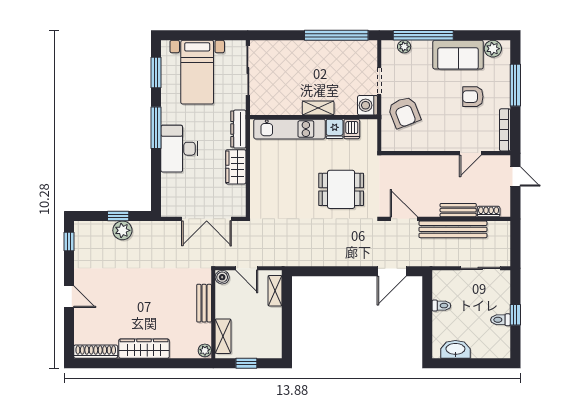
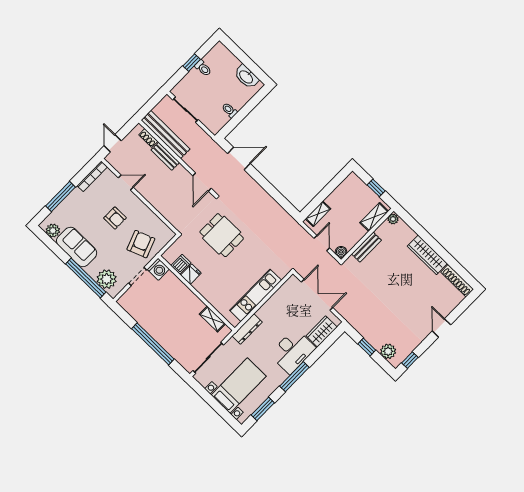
window: (336, 35) -> (153, 344), moved
plant: (404, 47) -> (107, 279), width x1.88, depth x1.88
armchair: (473, 97) -> (115, 218), moved
shelving: (318, 108) -> (212, 319), moved
kitchen unit: (289, 129) -> (256, 295), moved, turned -90
wardrobe: (236, 167) -> (322, 331), moved, turned 180
bench: (453, 229) -> (166, 135), moved
plant: (122, 230) -> (388, 351), moved

